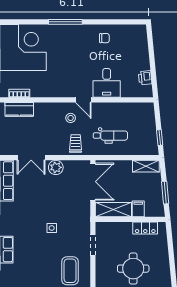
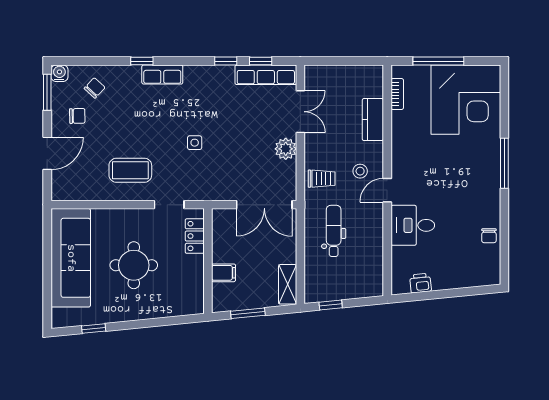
chair: (104, 38) -> (489, 236), moved
kitchen counter: (19, 109) -> (373, 120), moved
dental chair: (110, 136) -> (334, 231), turned 180
double door: (31, 158) -> (300, 112), swing flipped
shelving: (113, 210) -> (222, 235), removed
locker: (145, 228) -> (195, 236), moved

